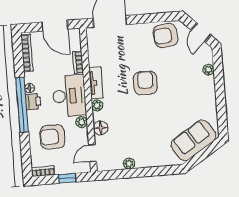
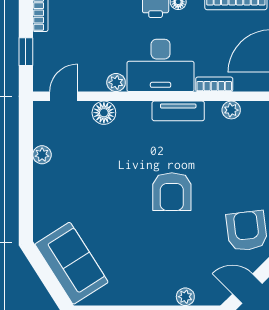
armchair: (145, 83) -> (172, 192), turned 90
plant: (97, 105) -> (231, 110), moved
armchair: (52, 137) -> (96, 33), removed
door: (93, 153) -> (64, 96), hinge flipped

